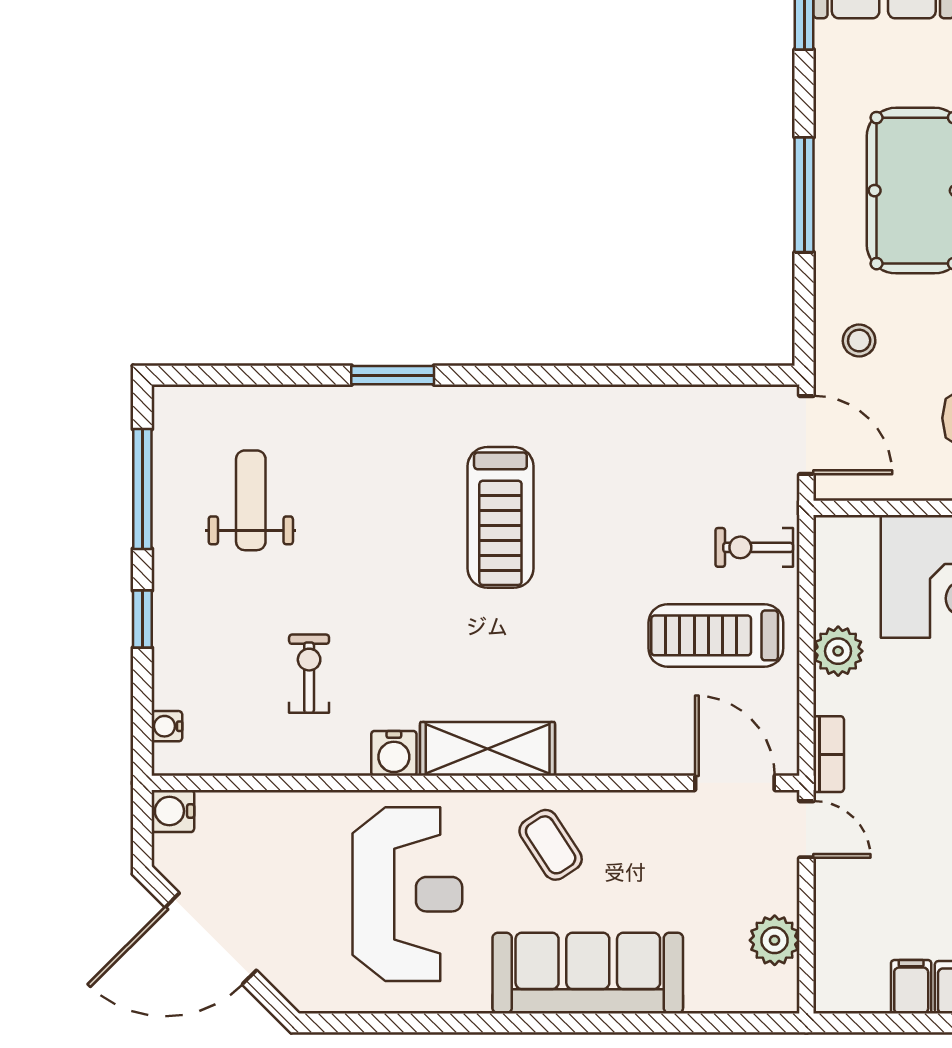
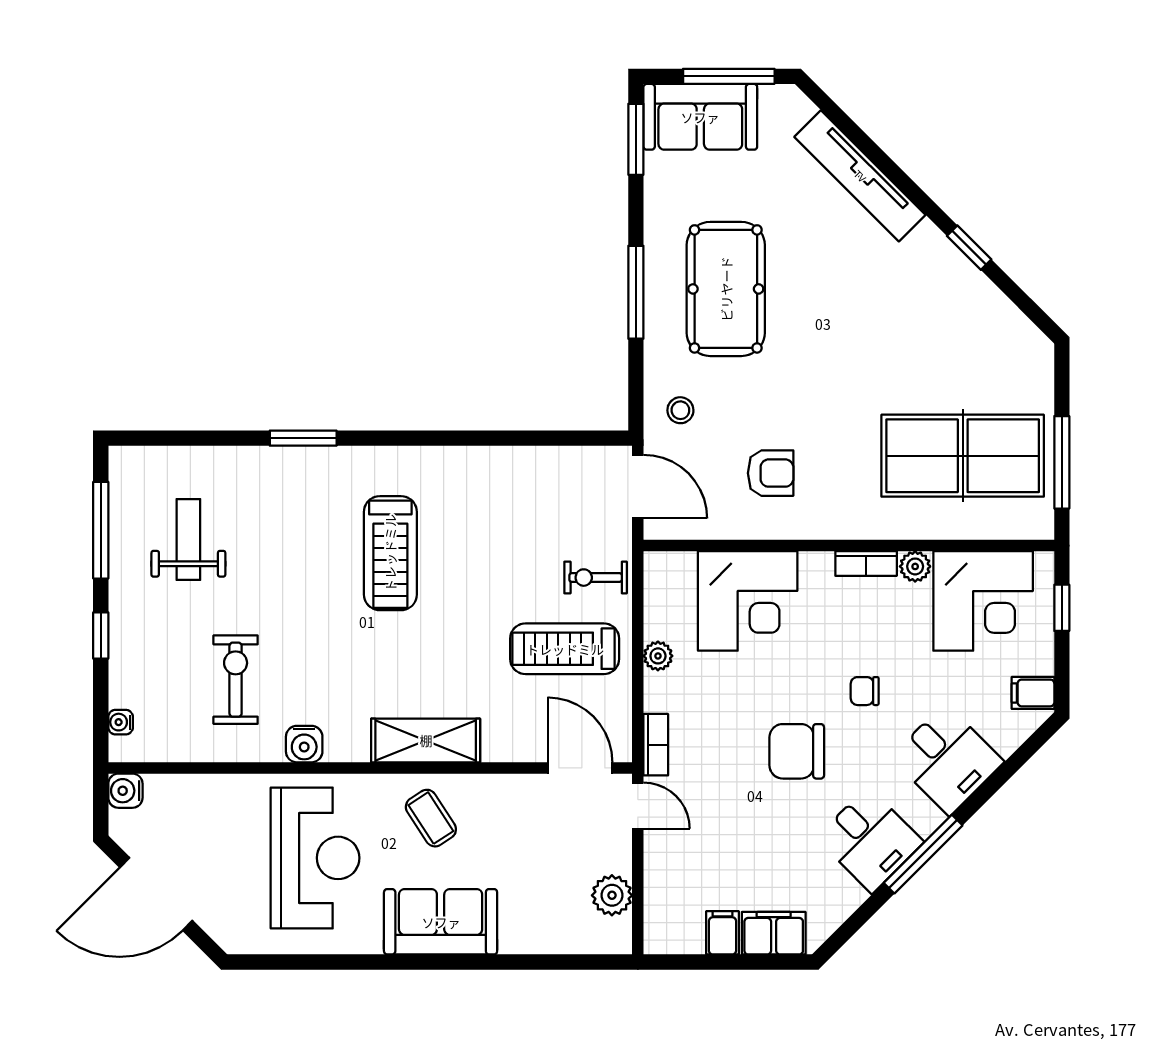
plant: (838, 651) -> (658, 656), width x0.73, depth x0.73
exercise bike: (309, 674) -> (236, 680), width x1.38, depth x1.39
shelving: (488, 749) -> (426, 740), moved
sofa: (588, 973) -> (441, 922), width x0.73

